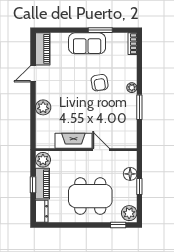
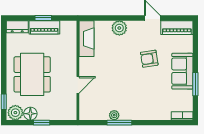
armchair: (100, 83) -> (149, 59), moved
plant: (132, 88) -> (114, 115), moved
fireplace: (73, 141) -> (87, 39), moved
plant: (43, 160) -> (68, 28), removed
floor lamp: (130, 174) -> (30, 114), moved

